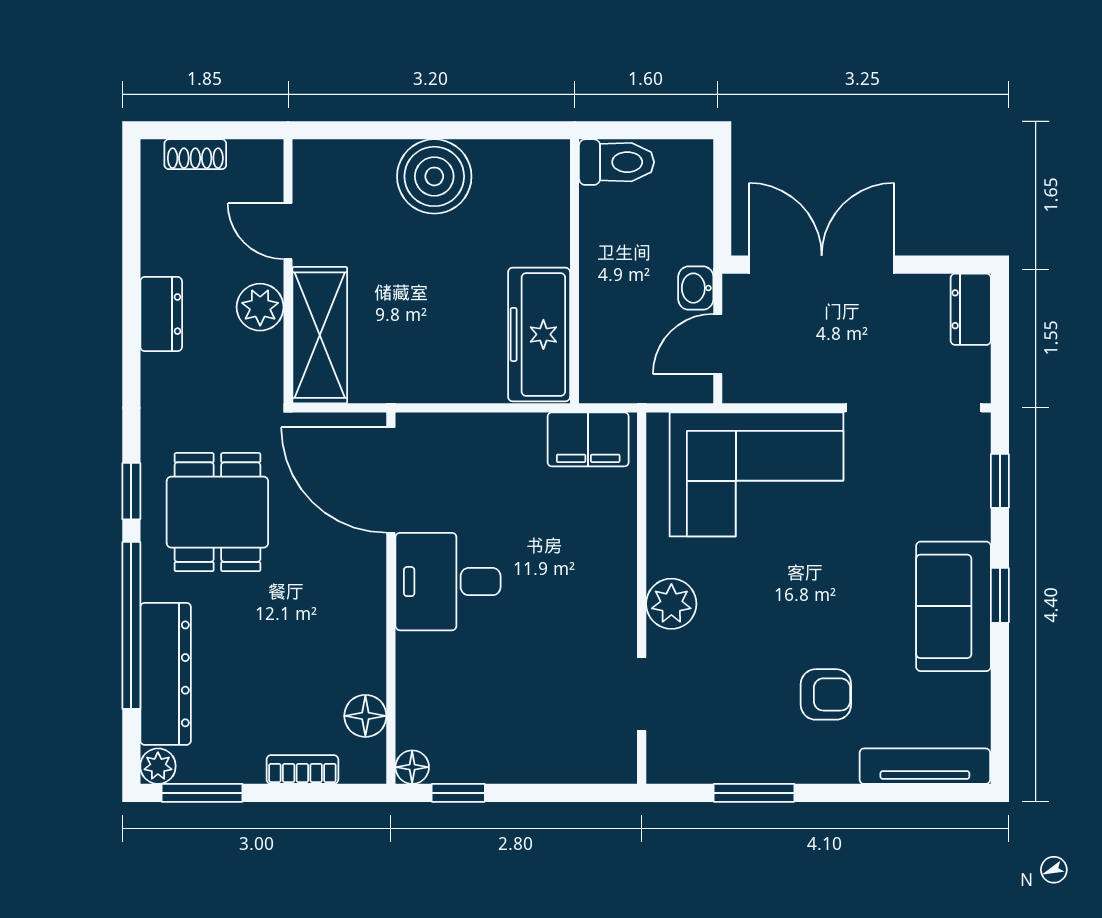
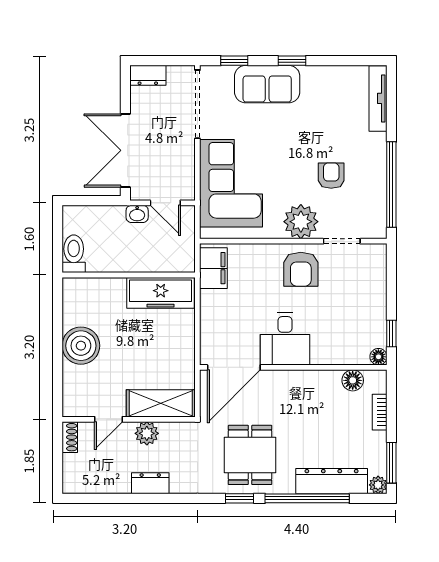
shoe rack: (195, 154) -> (70, 437), moved
dining table: (217, 512) -> (250, 455), turned 90
plant: (671, 604) -> (301, 222), width x1.36, depth x1.36
sofa: (953, 606) -> (267, 84), moved
armchair: (586, 613) -> (301, 269), added
armchair: (826, 694) -> (331, 176), moved
window: (754, 793) -> (391, 185), width x2.11

